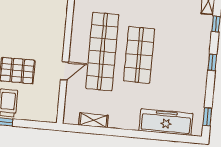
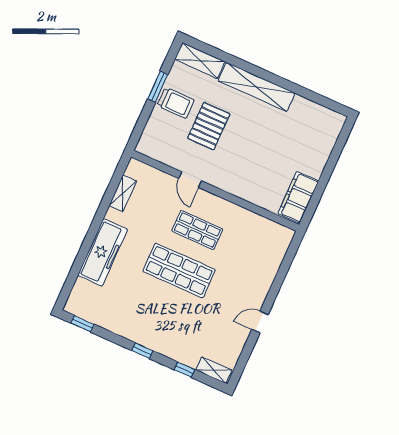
shop shelf: (102, 52) -> (197, 230), width x0.50, depth x0.74
freezer: (166, 122) -> (103, 252), moved

